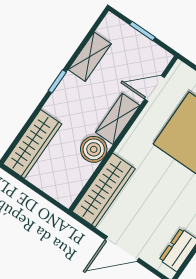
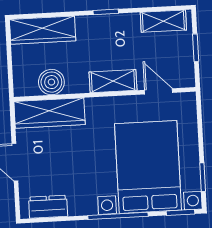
shelving: (90, 57) -> (163, 21), moved
boiler: (94, 149) -> (51, 82), moved

